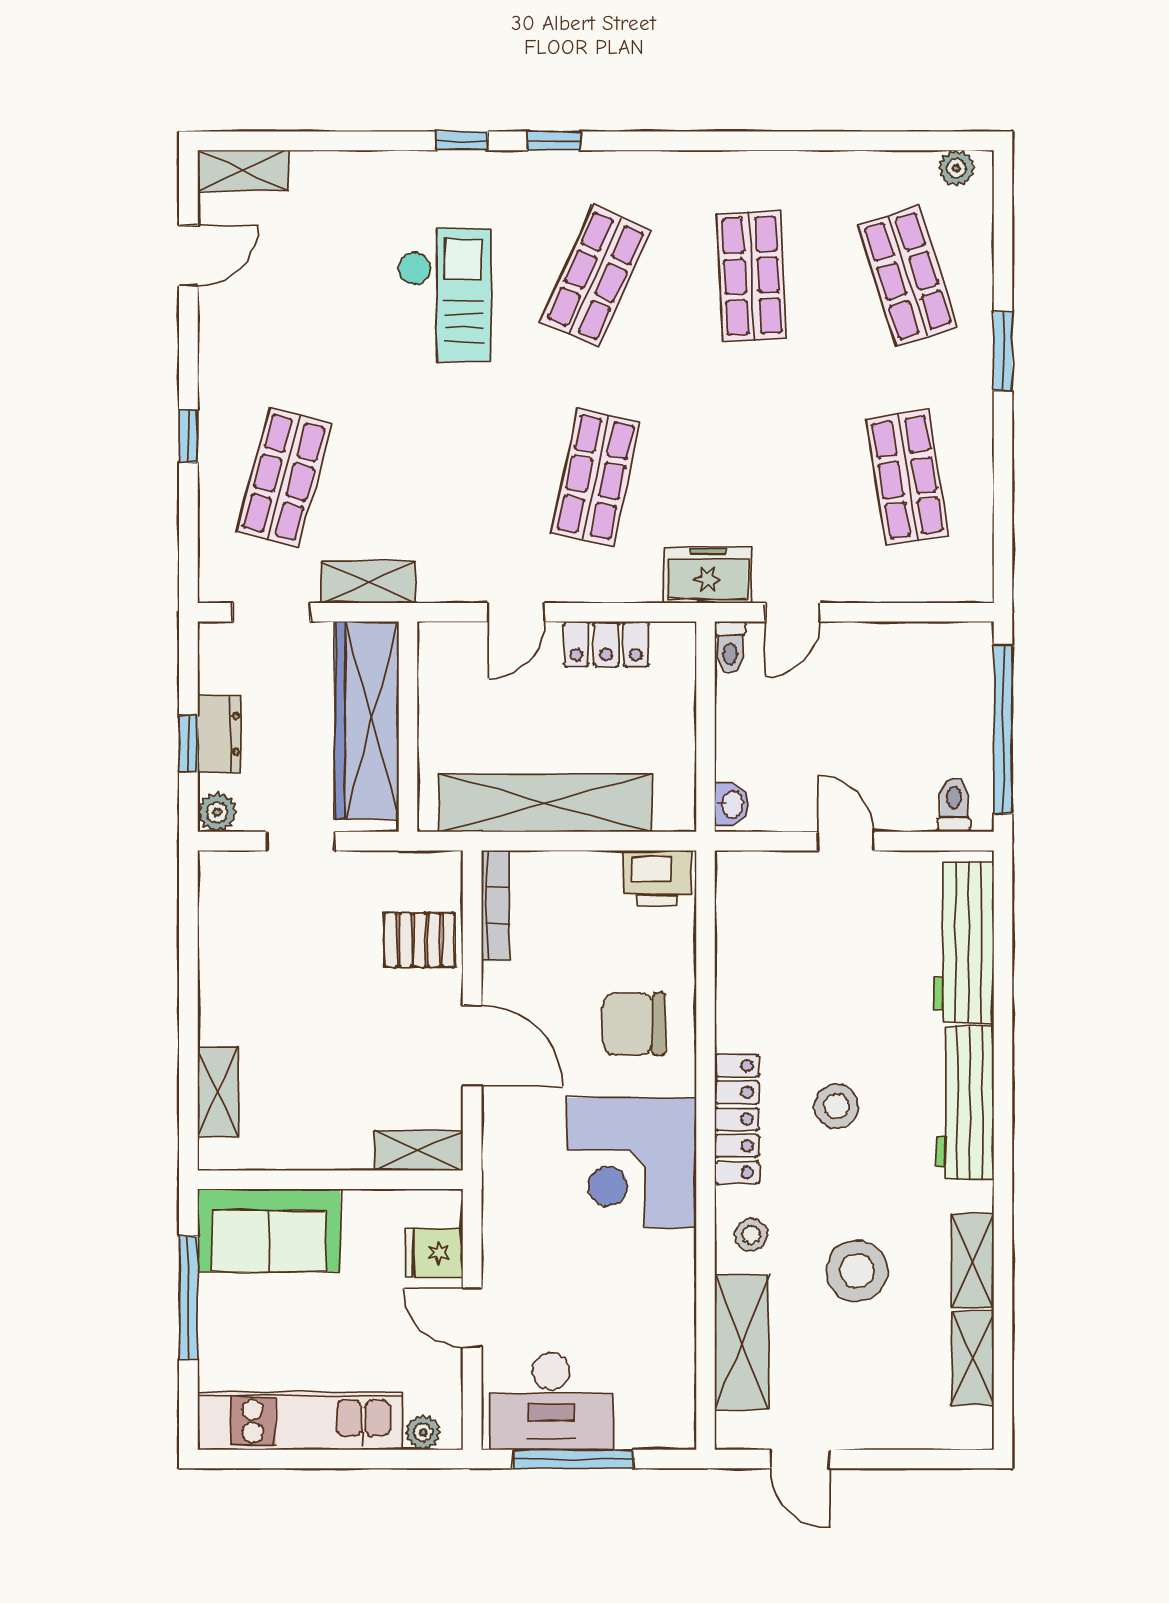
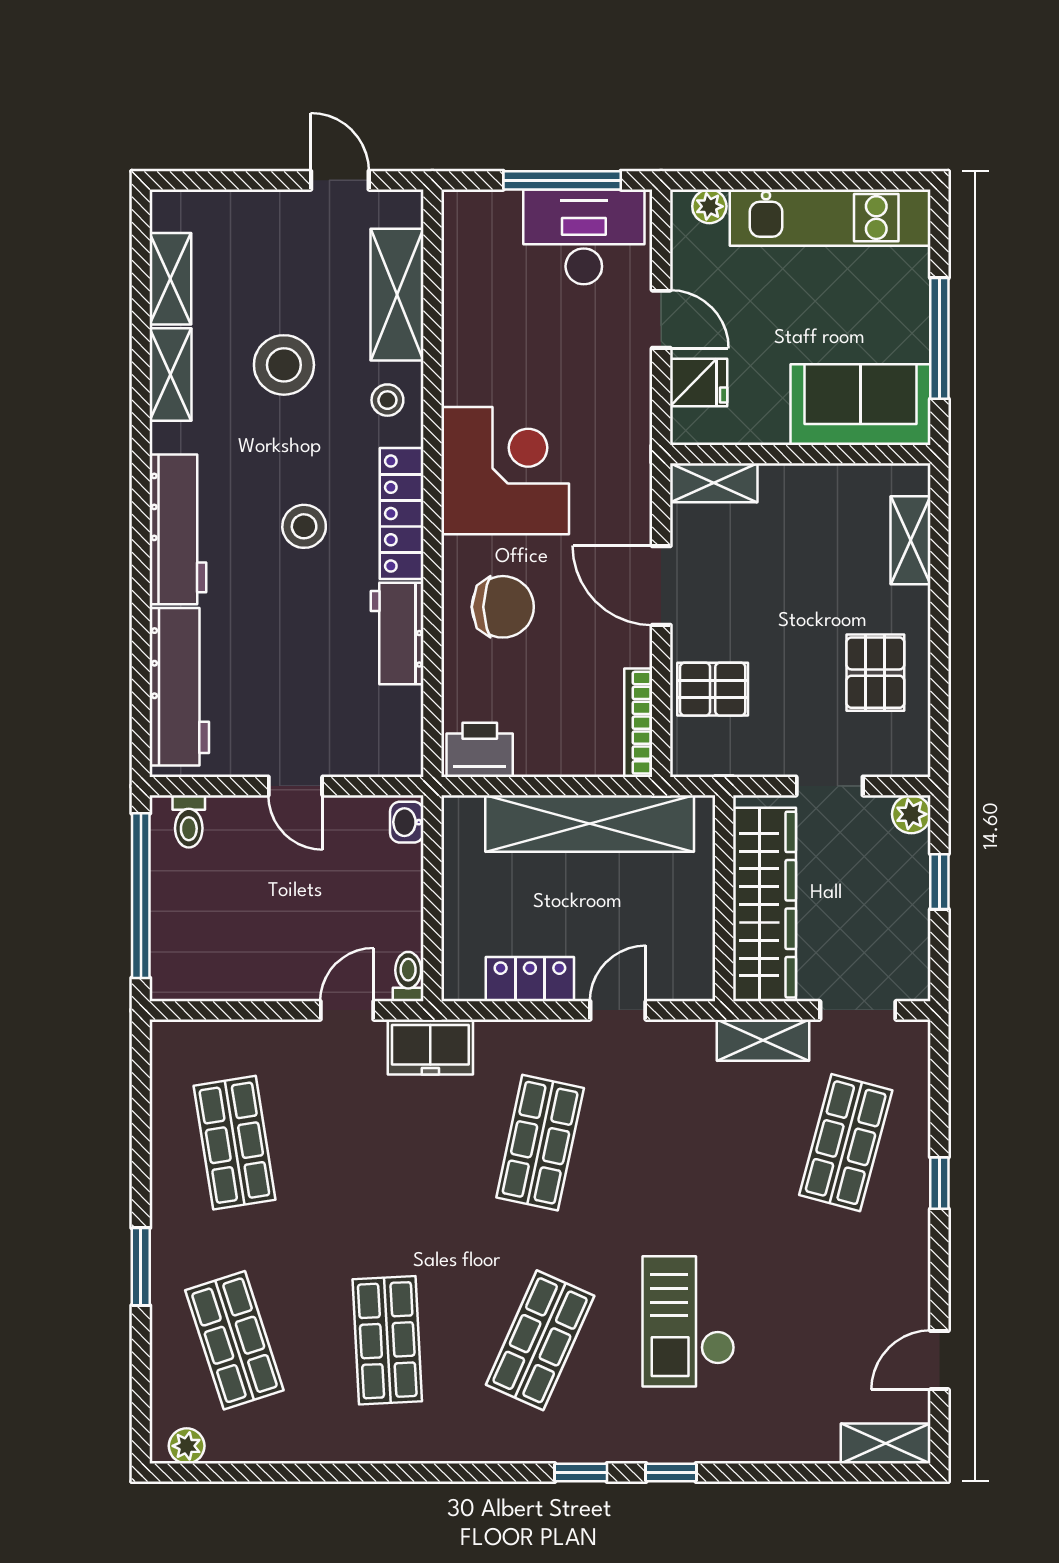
dresser: (219, 734) -> (909, 891), removed
pallet: (254, 957) -> (875, 673), added
workbench: (741, 997) -> (397, 634), added

